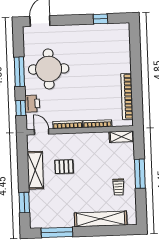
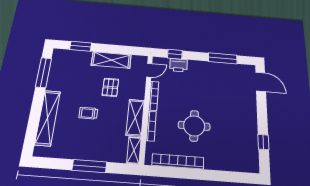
round table: (49, 69) -> (194, 126), moved, width x0.73, depth x0.73
window: (19, 72) -> (223, 58), moved
shelving: (91, 139) -> (135, 118), added
trolley: (118, 187) -> (88, 113), moved

